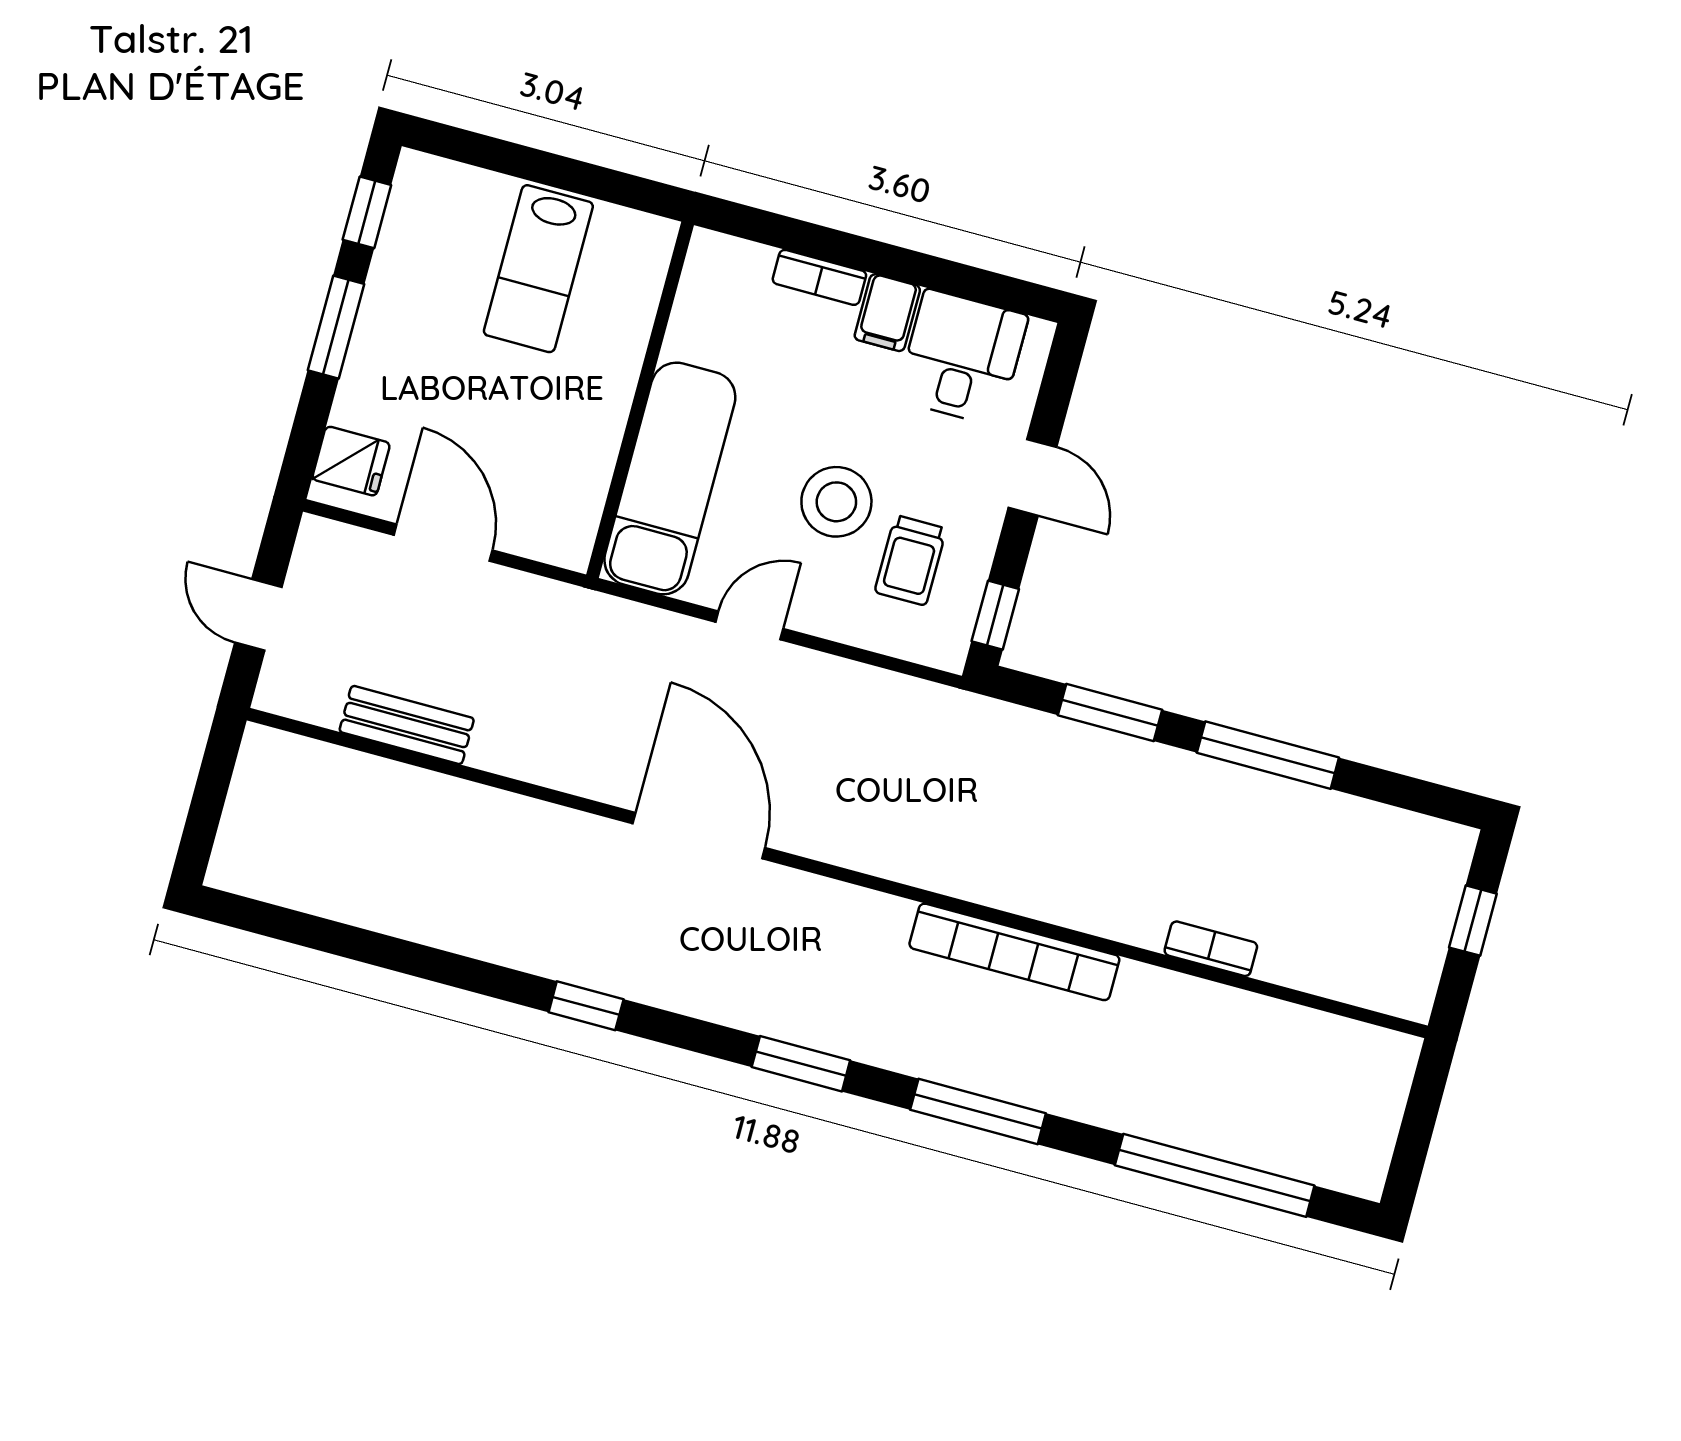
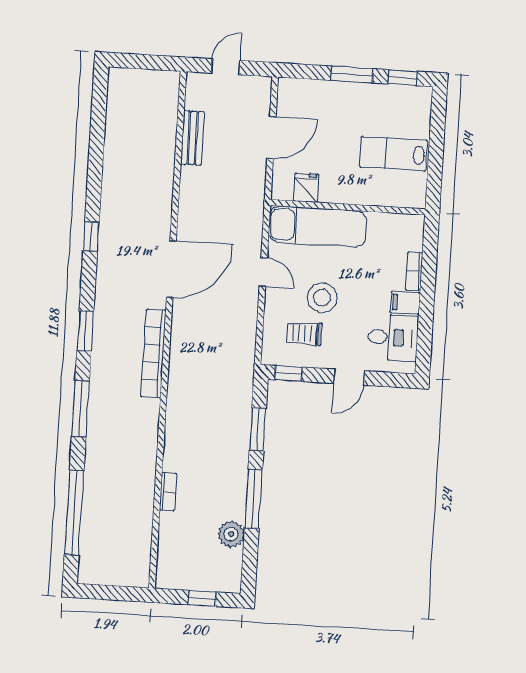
fridge: (351, 461) -> (306, 188), moved, turned 180
plant: (1339, 824) -> (231, 534), added
bookcase: (1014, 952) -> (153, 354), moved

